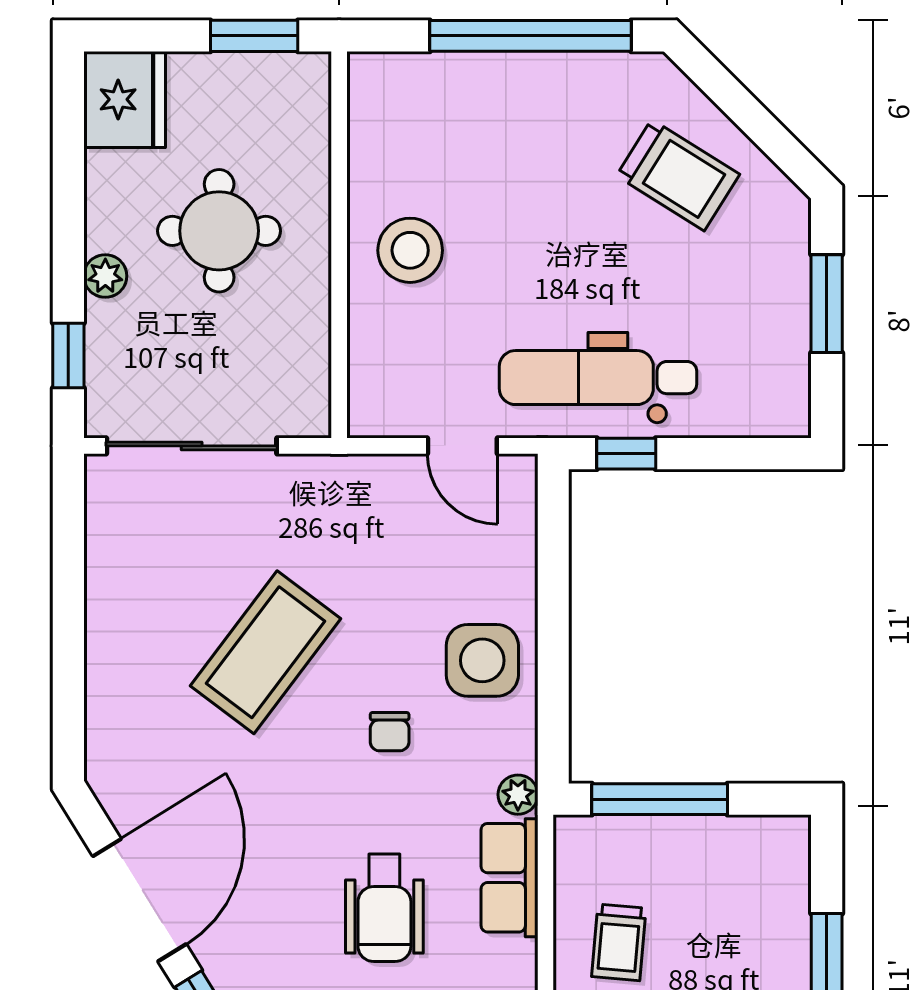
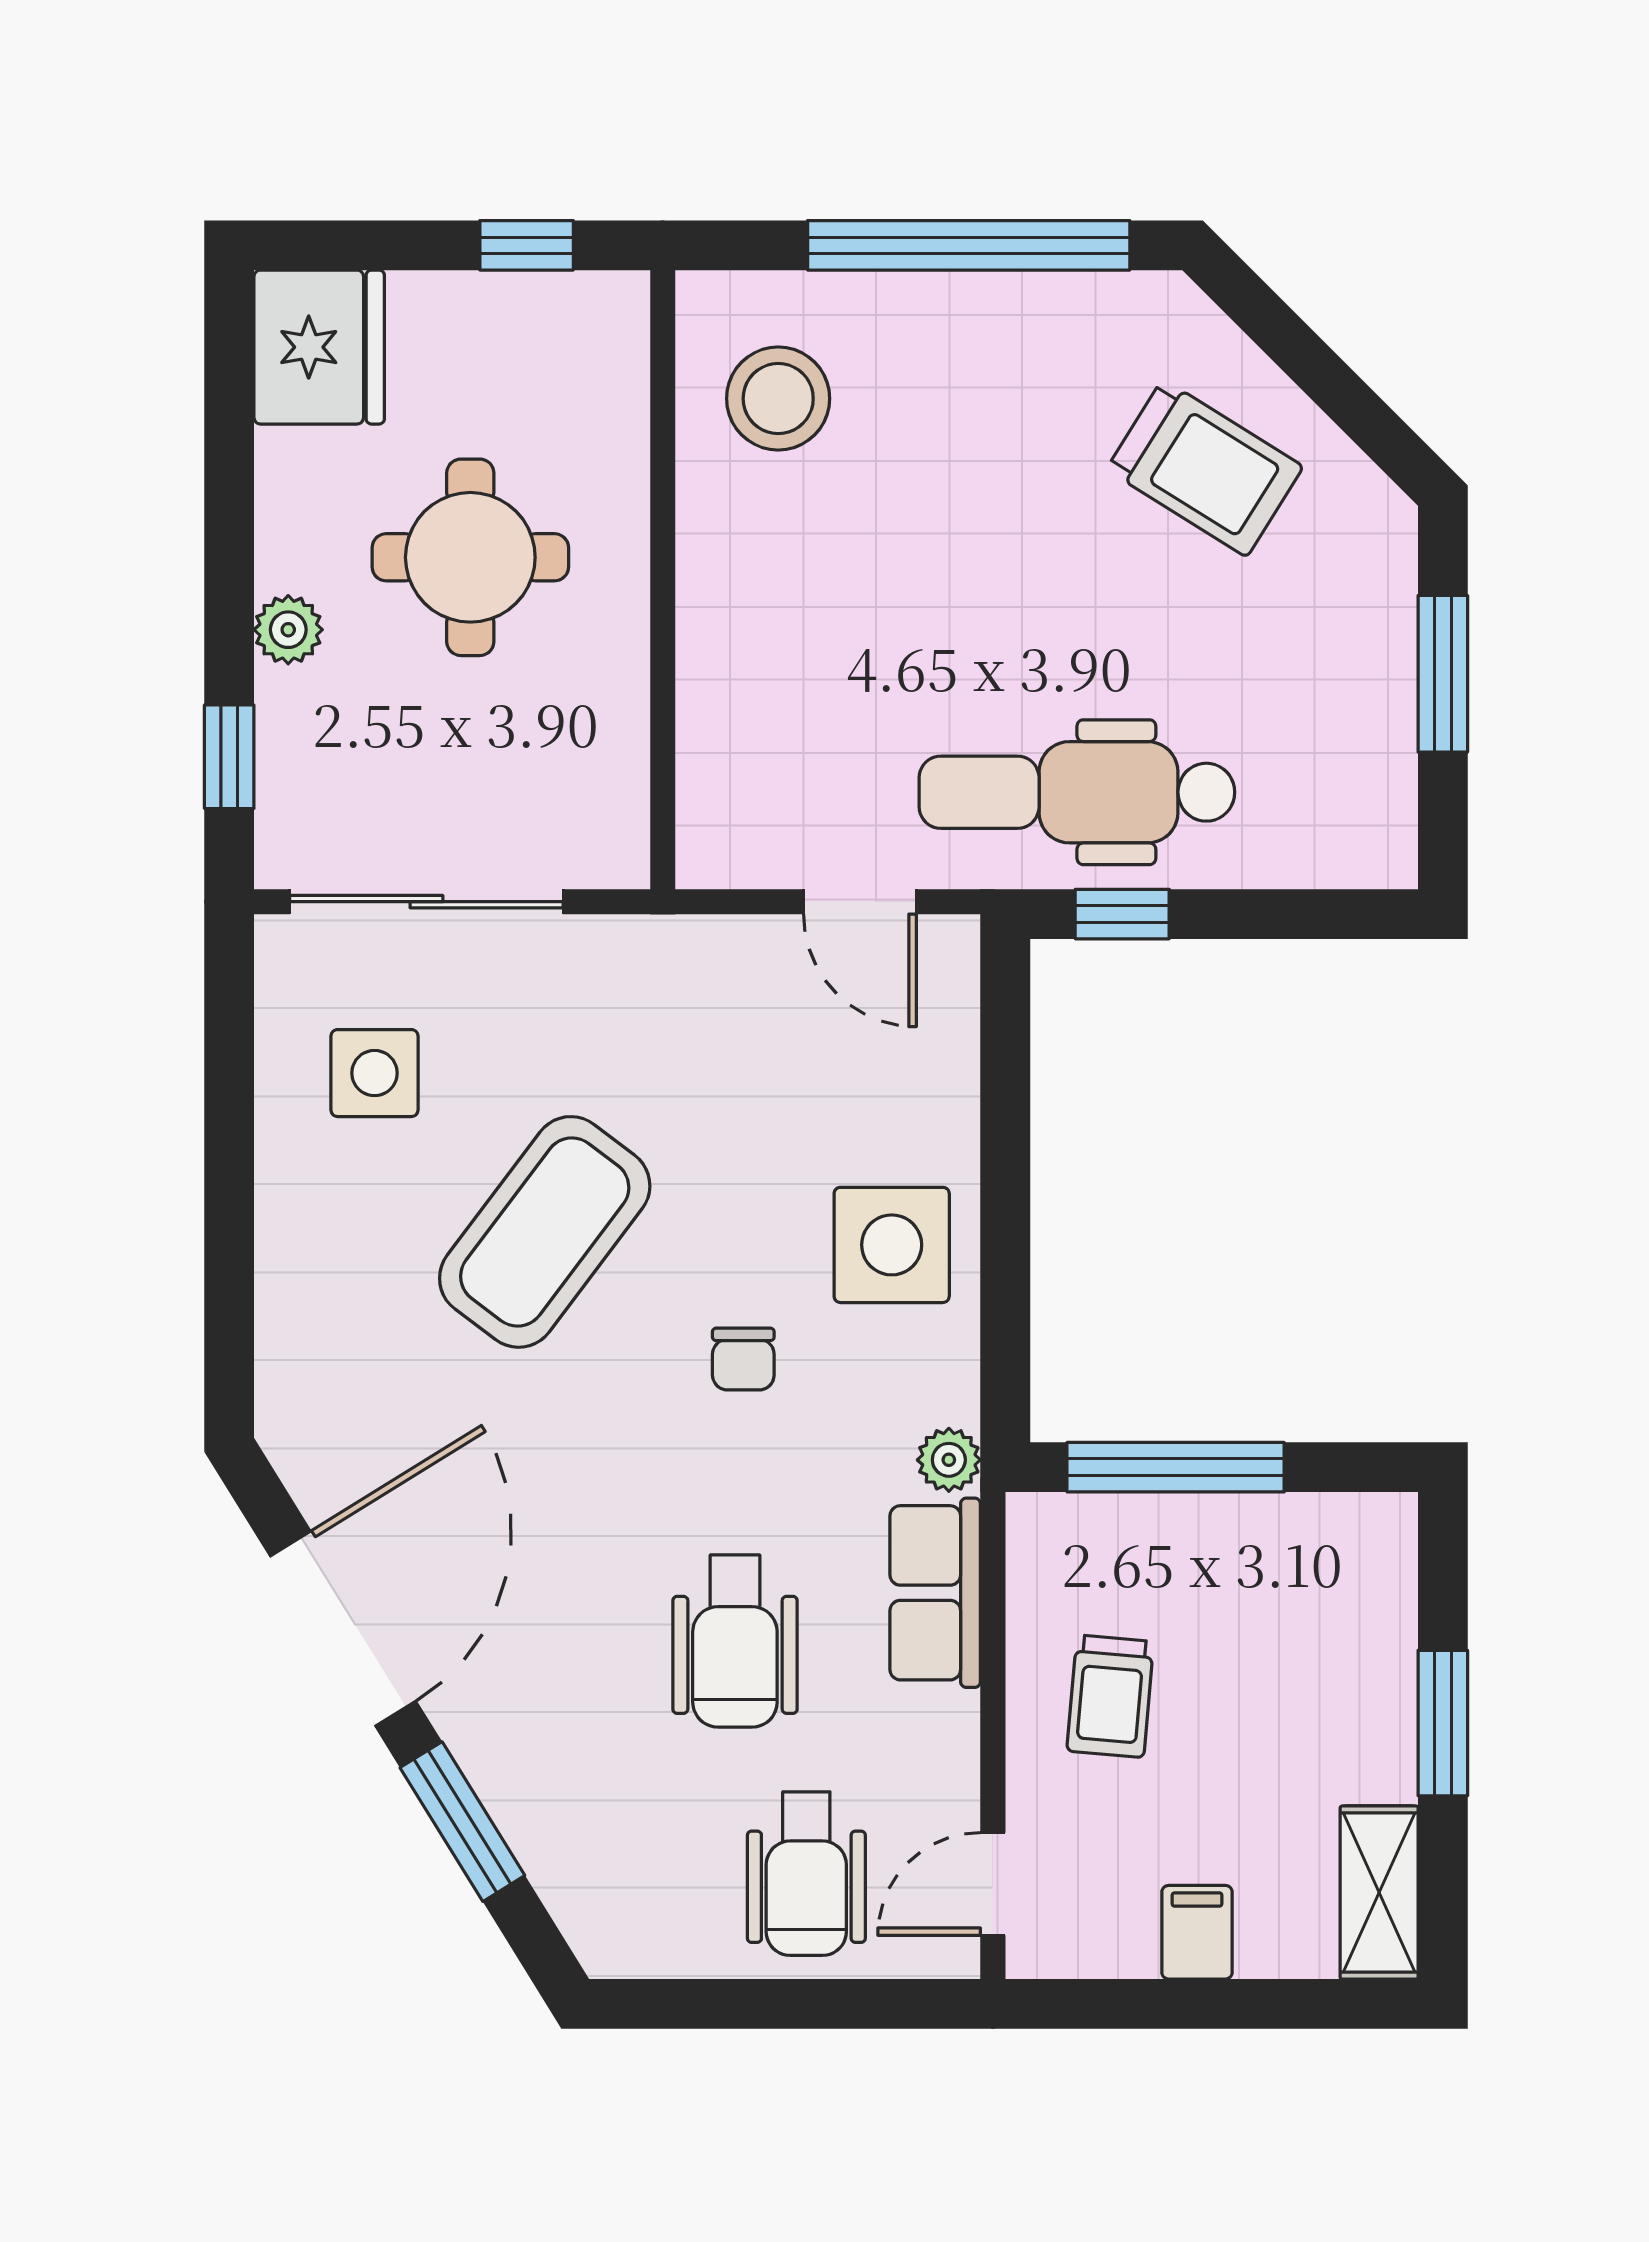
window: (254, 36) -> (527, 245), width x0.67
stool: (410, 250) -> (778, 399), moved
side table: (159, 553) -> (374, 1073), added

